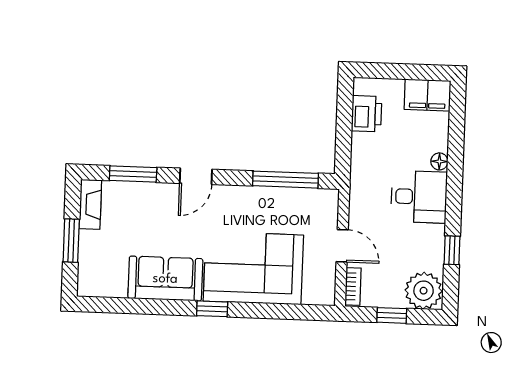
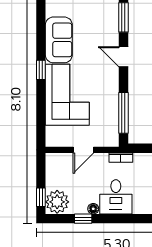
floor lamp: (439, 161) -> (93, 209), moved
bookcase: (353, 286) -> (121, 158), moved
window: (392, 315) -> (41, 197), moved

